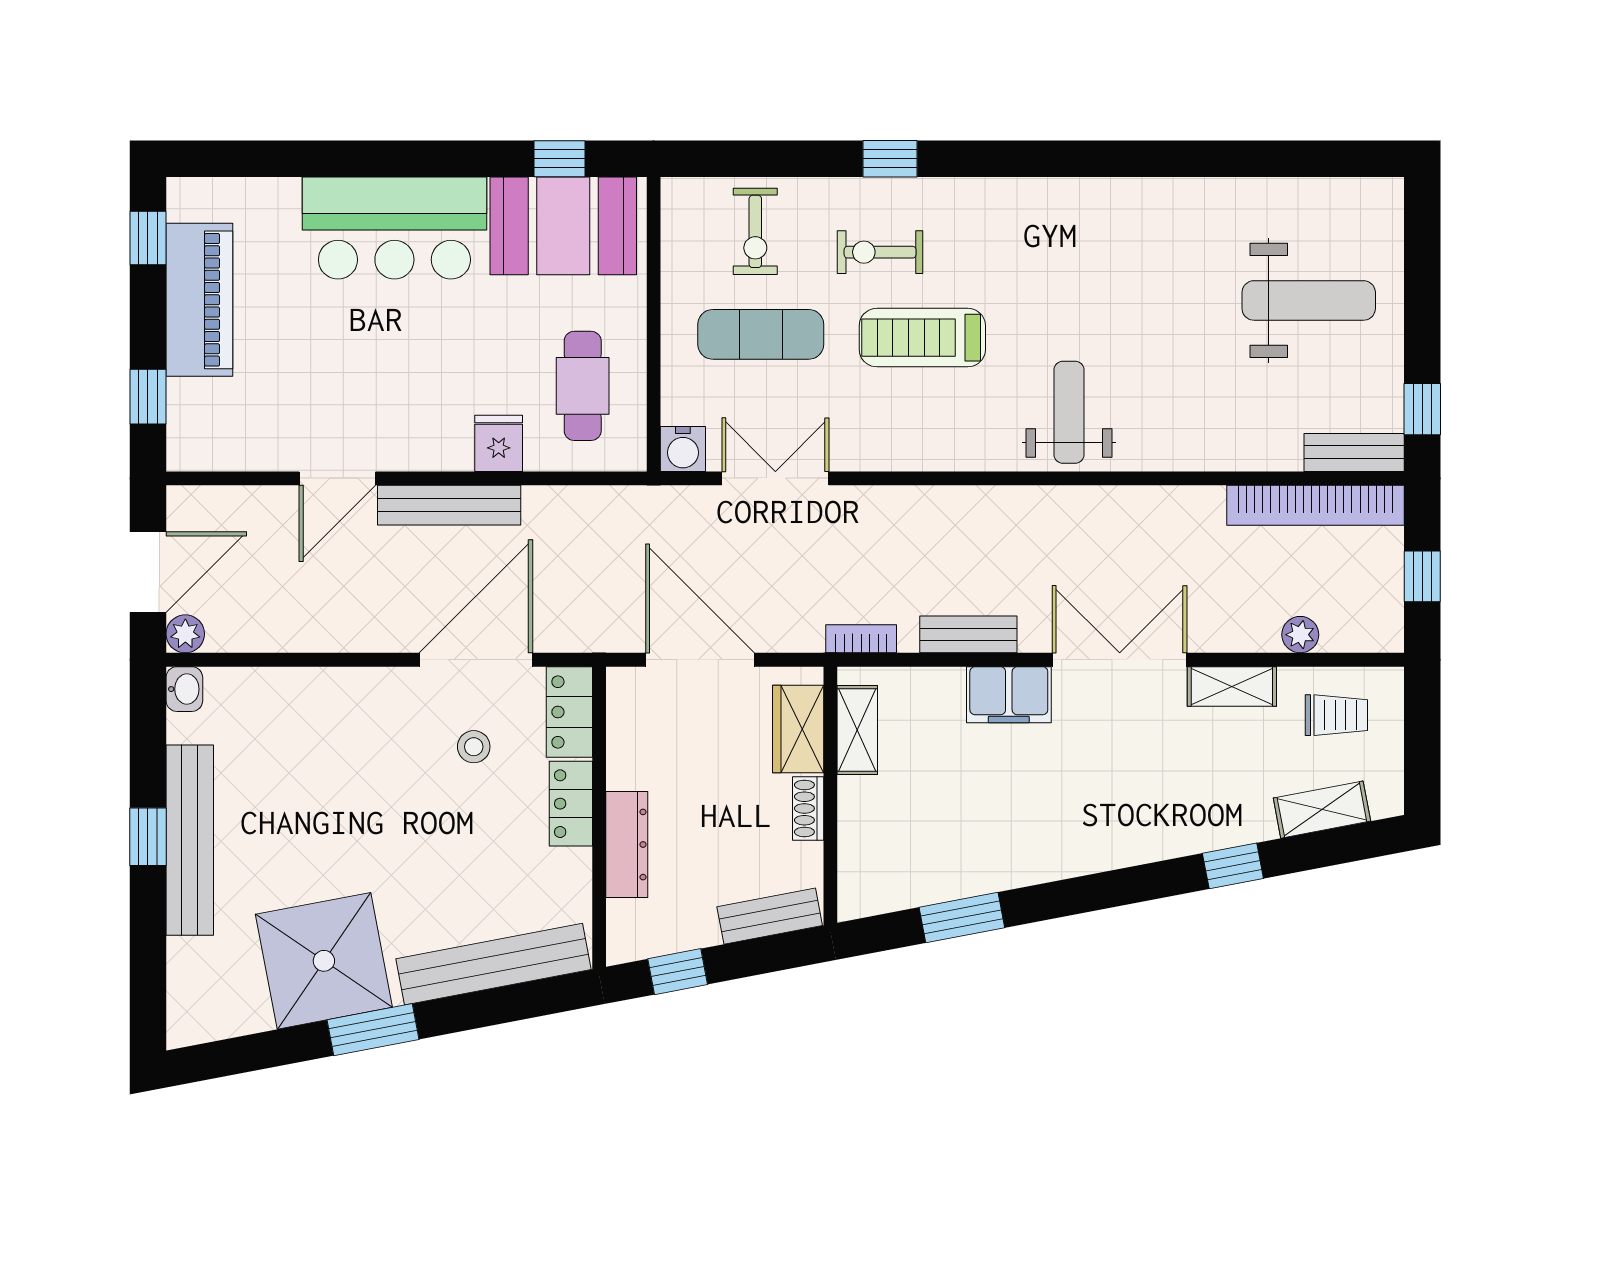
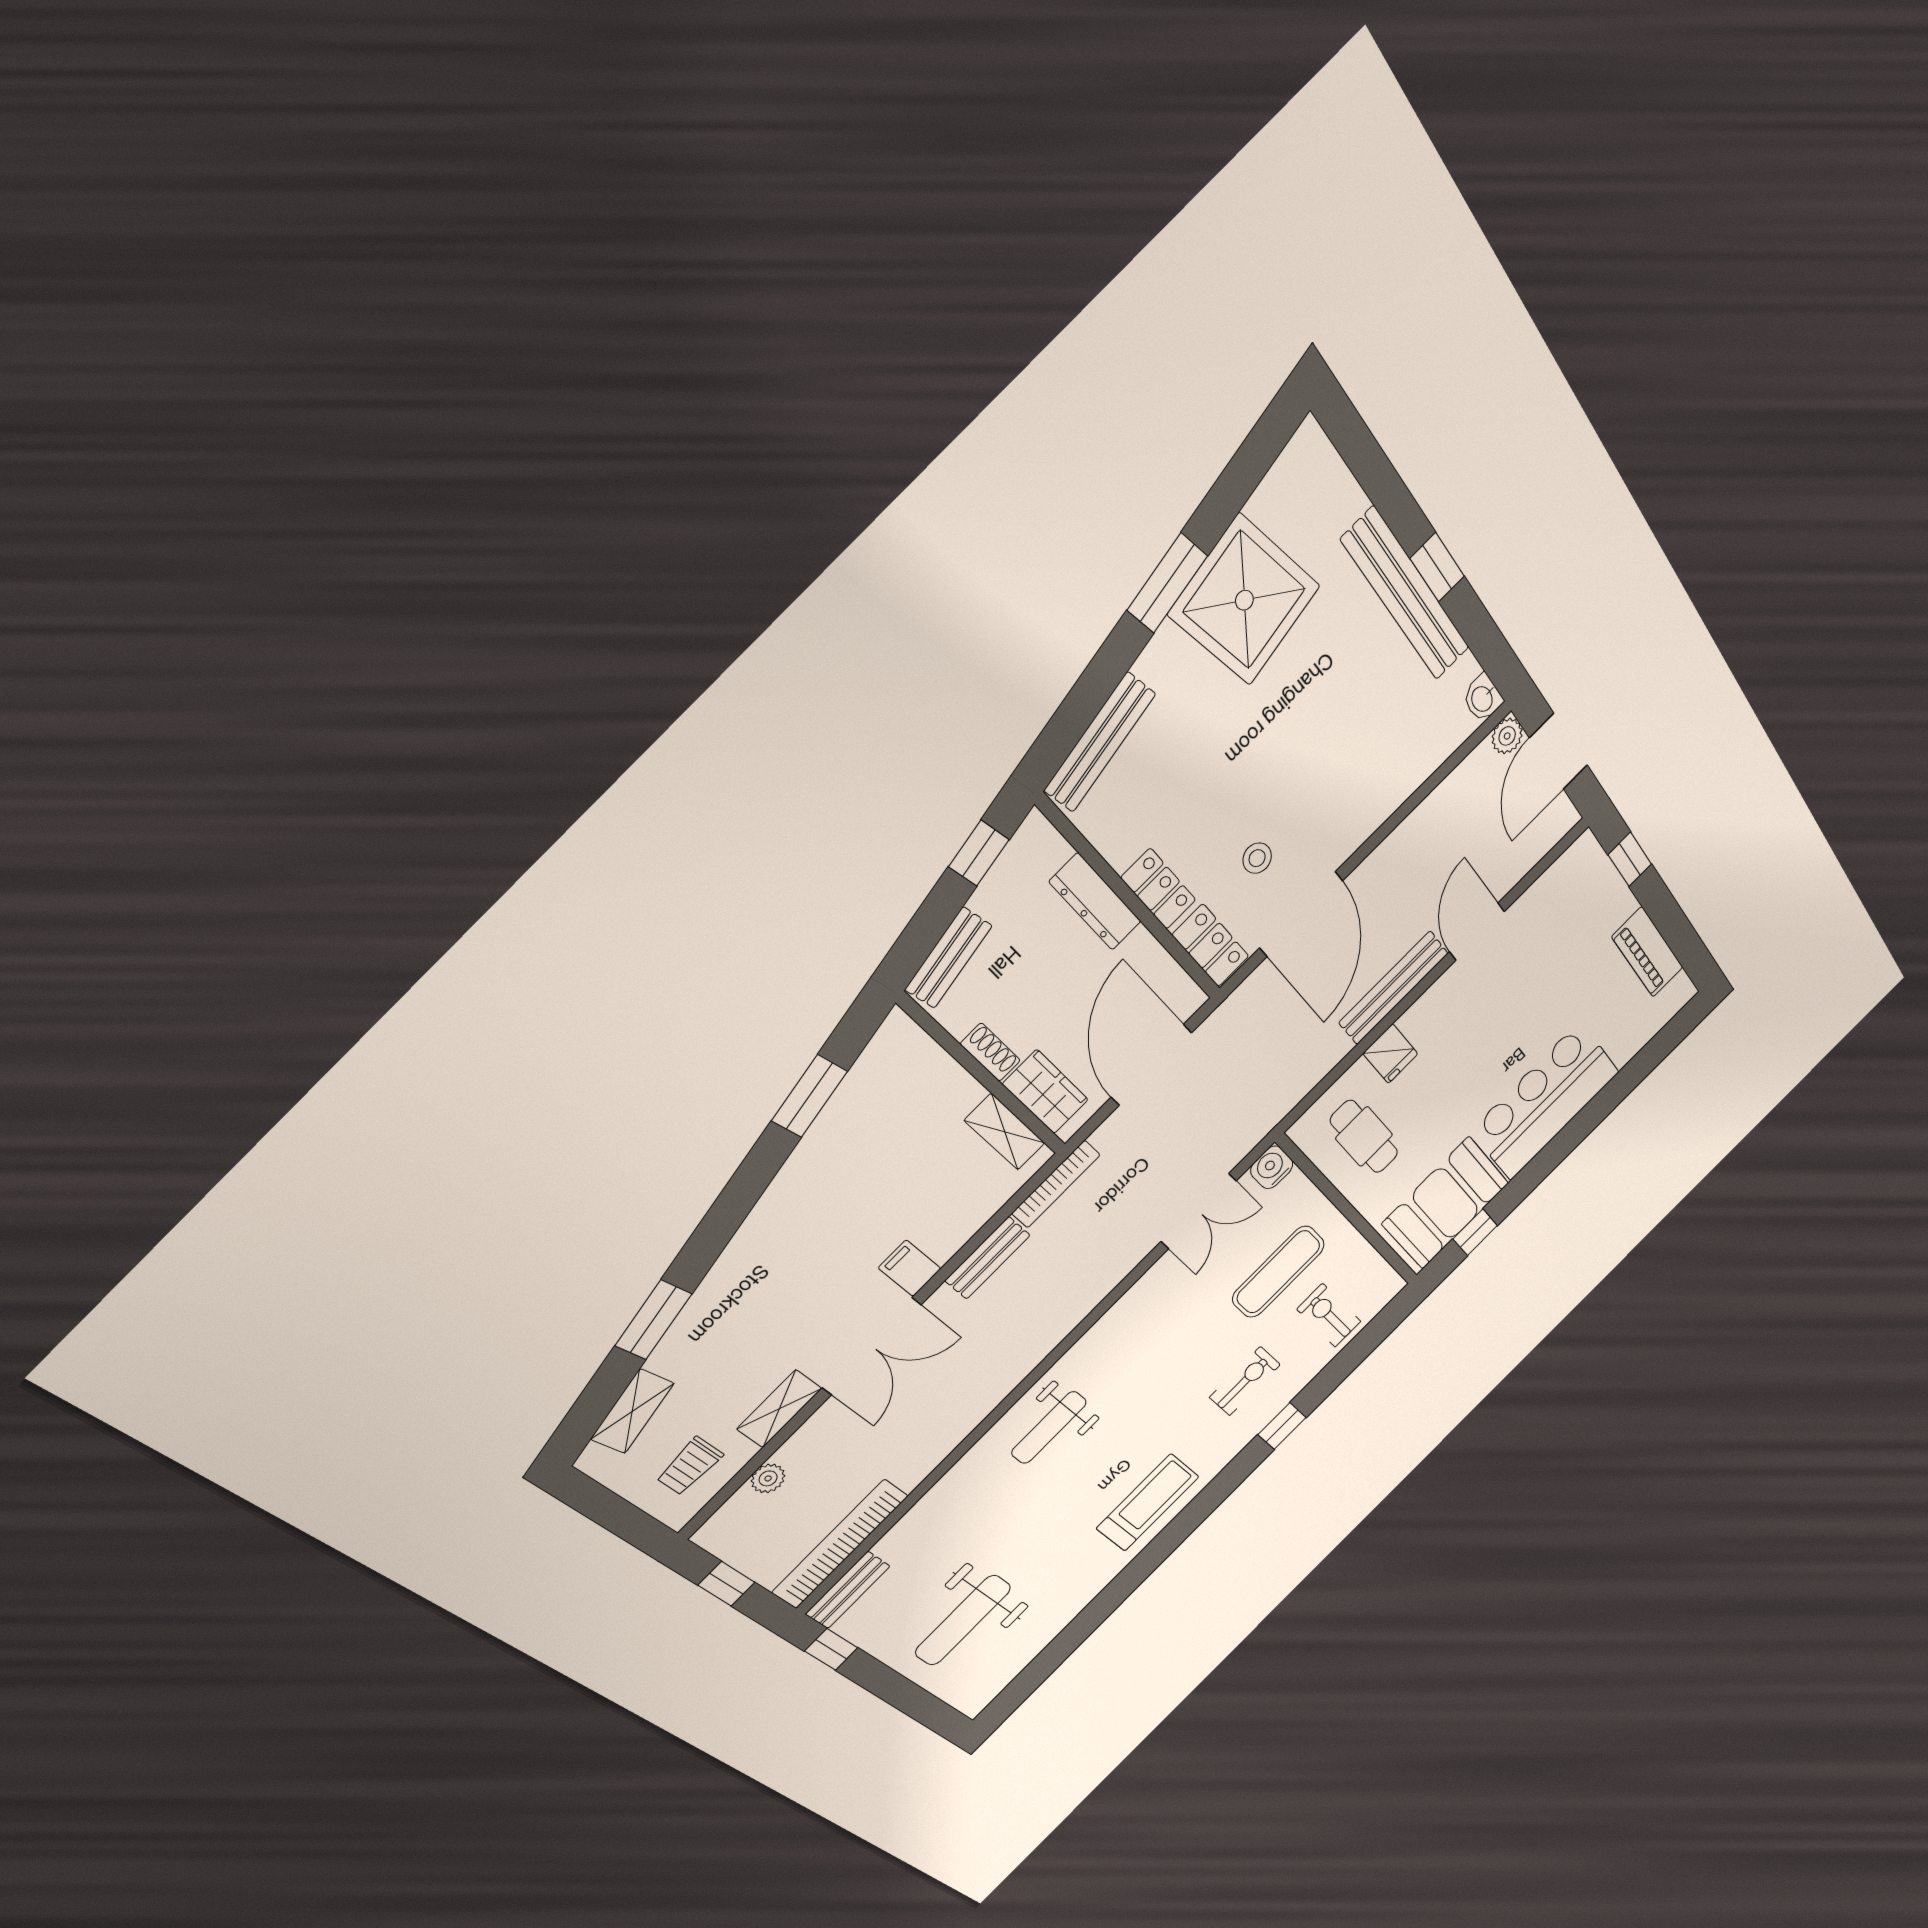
window: (148, 238) -> (1689, 948), removed
piano: (199, 300) -> (1648, 952), width x0.73, depth x0.75
treadmill: (922, 338) -> (1148, 1503), moved
weight bench: (1069, 412) -> (1049, 1428), turned 90
bookcase: (861, 639) -> (1056, 1184), width x1.56
door: (700, 660) -> (1151, 1065), swing flipped
filing cabinet: (1009, 695) -> (910, 1268), width x0.50
window: (1233, 866) -> (653, 1320), width x1.50
bench: (494, 964) -> (1100, 742), width x0.73, depth x0.82

